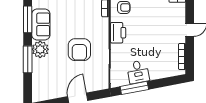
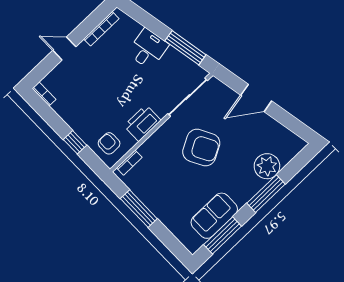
plant: (40, 49) -> (267, 166), moved
armchair: (79, 50) -> (201, 148), turned 62
desk: (138, 72) -> (148, 49), moved

